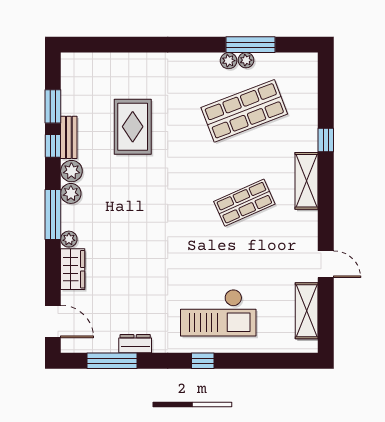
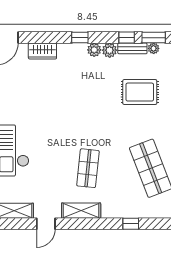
shelving: (307, 181) -> (81, 211), moved
shop shelf: (244, 203) -> (88, 168), turned 30
window: (53, 214) -> (80, 38), width x0.46
plant: (69, 239) -> (154, 48), moved

